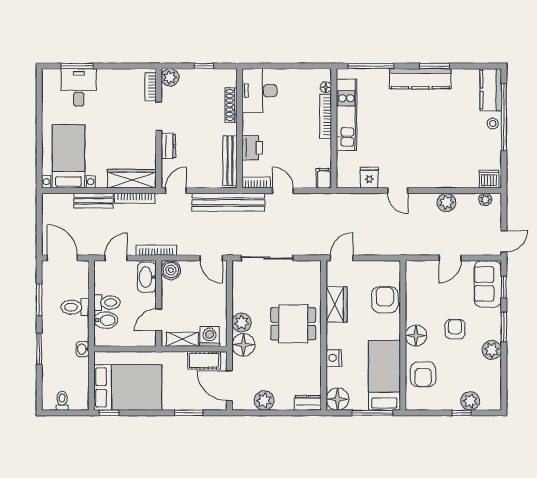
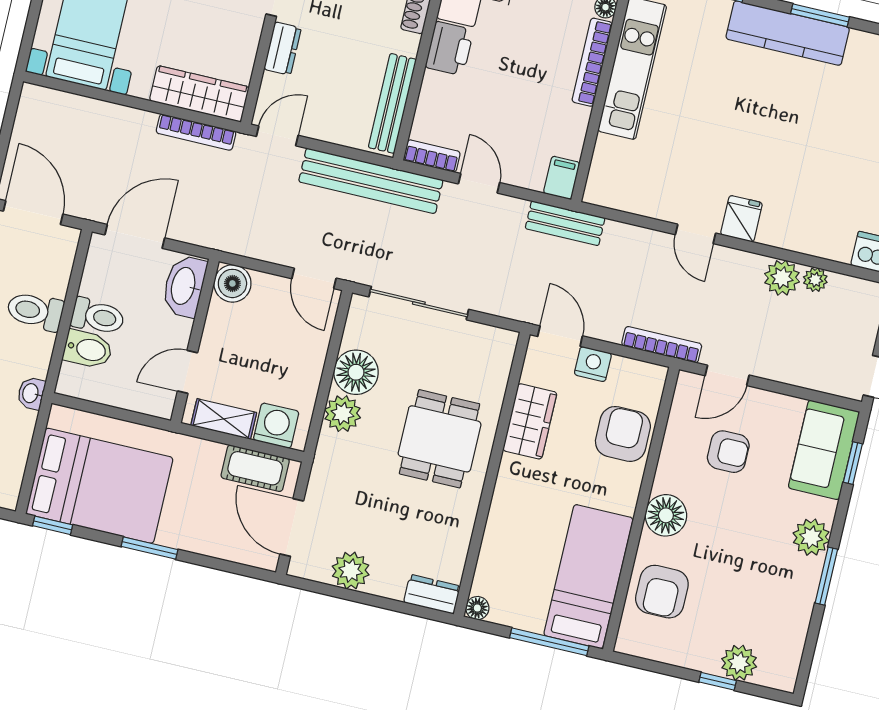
printer: (252, 148) -> (449, 48), moved
fridge: (369, 178) -> (741, 219), moved
plant: (485, 199) -> (815, 280), moved
bench: (94, 201) -> (565, 223), moved
bookcase: (156, 250) -> (662, 345), moved
door: (116, 258) -> (135, 236), width x1.38
door: (342, 258) -> (560, 336), hinge flipped
door: (450, 258) -> (727, 375), moved
dining table: (293, 324) -> (440, 439), turned 90
window: (504, 327) -> (826, 576), moved
armchair: (455, 329) -> (728, 452), moved, turned 90
floor lamp: (243, 345) -> (356, 372), moved
plant: (492, 350) -> (811, 537), moved
nightstand: (334, 358) -> (593, 364), moved, turned 90
floor lamp: (337, 399) -> (477, 608), width x0.53, depth x0.53
window: (189, 413) -> (149, 548), moved

